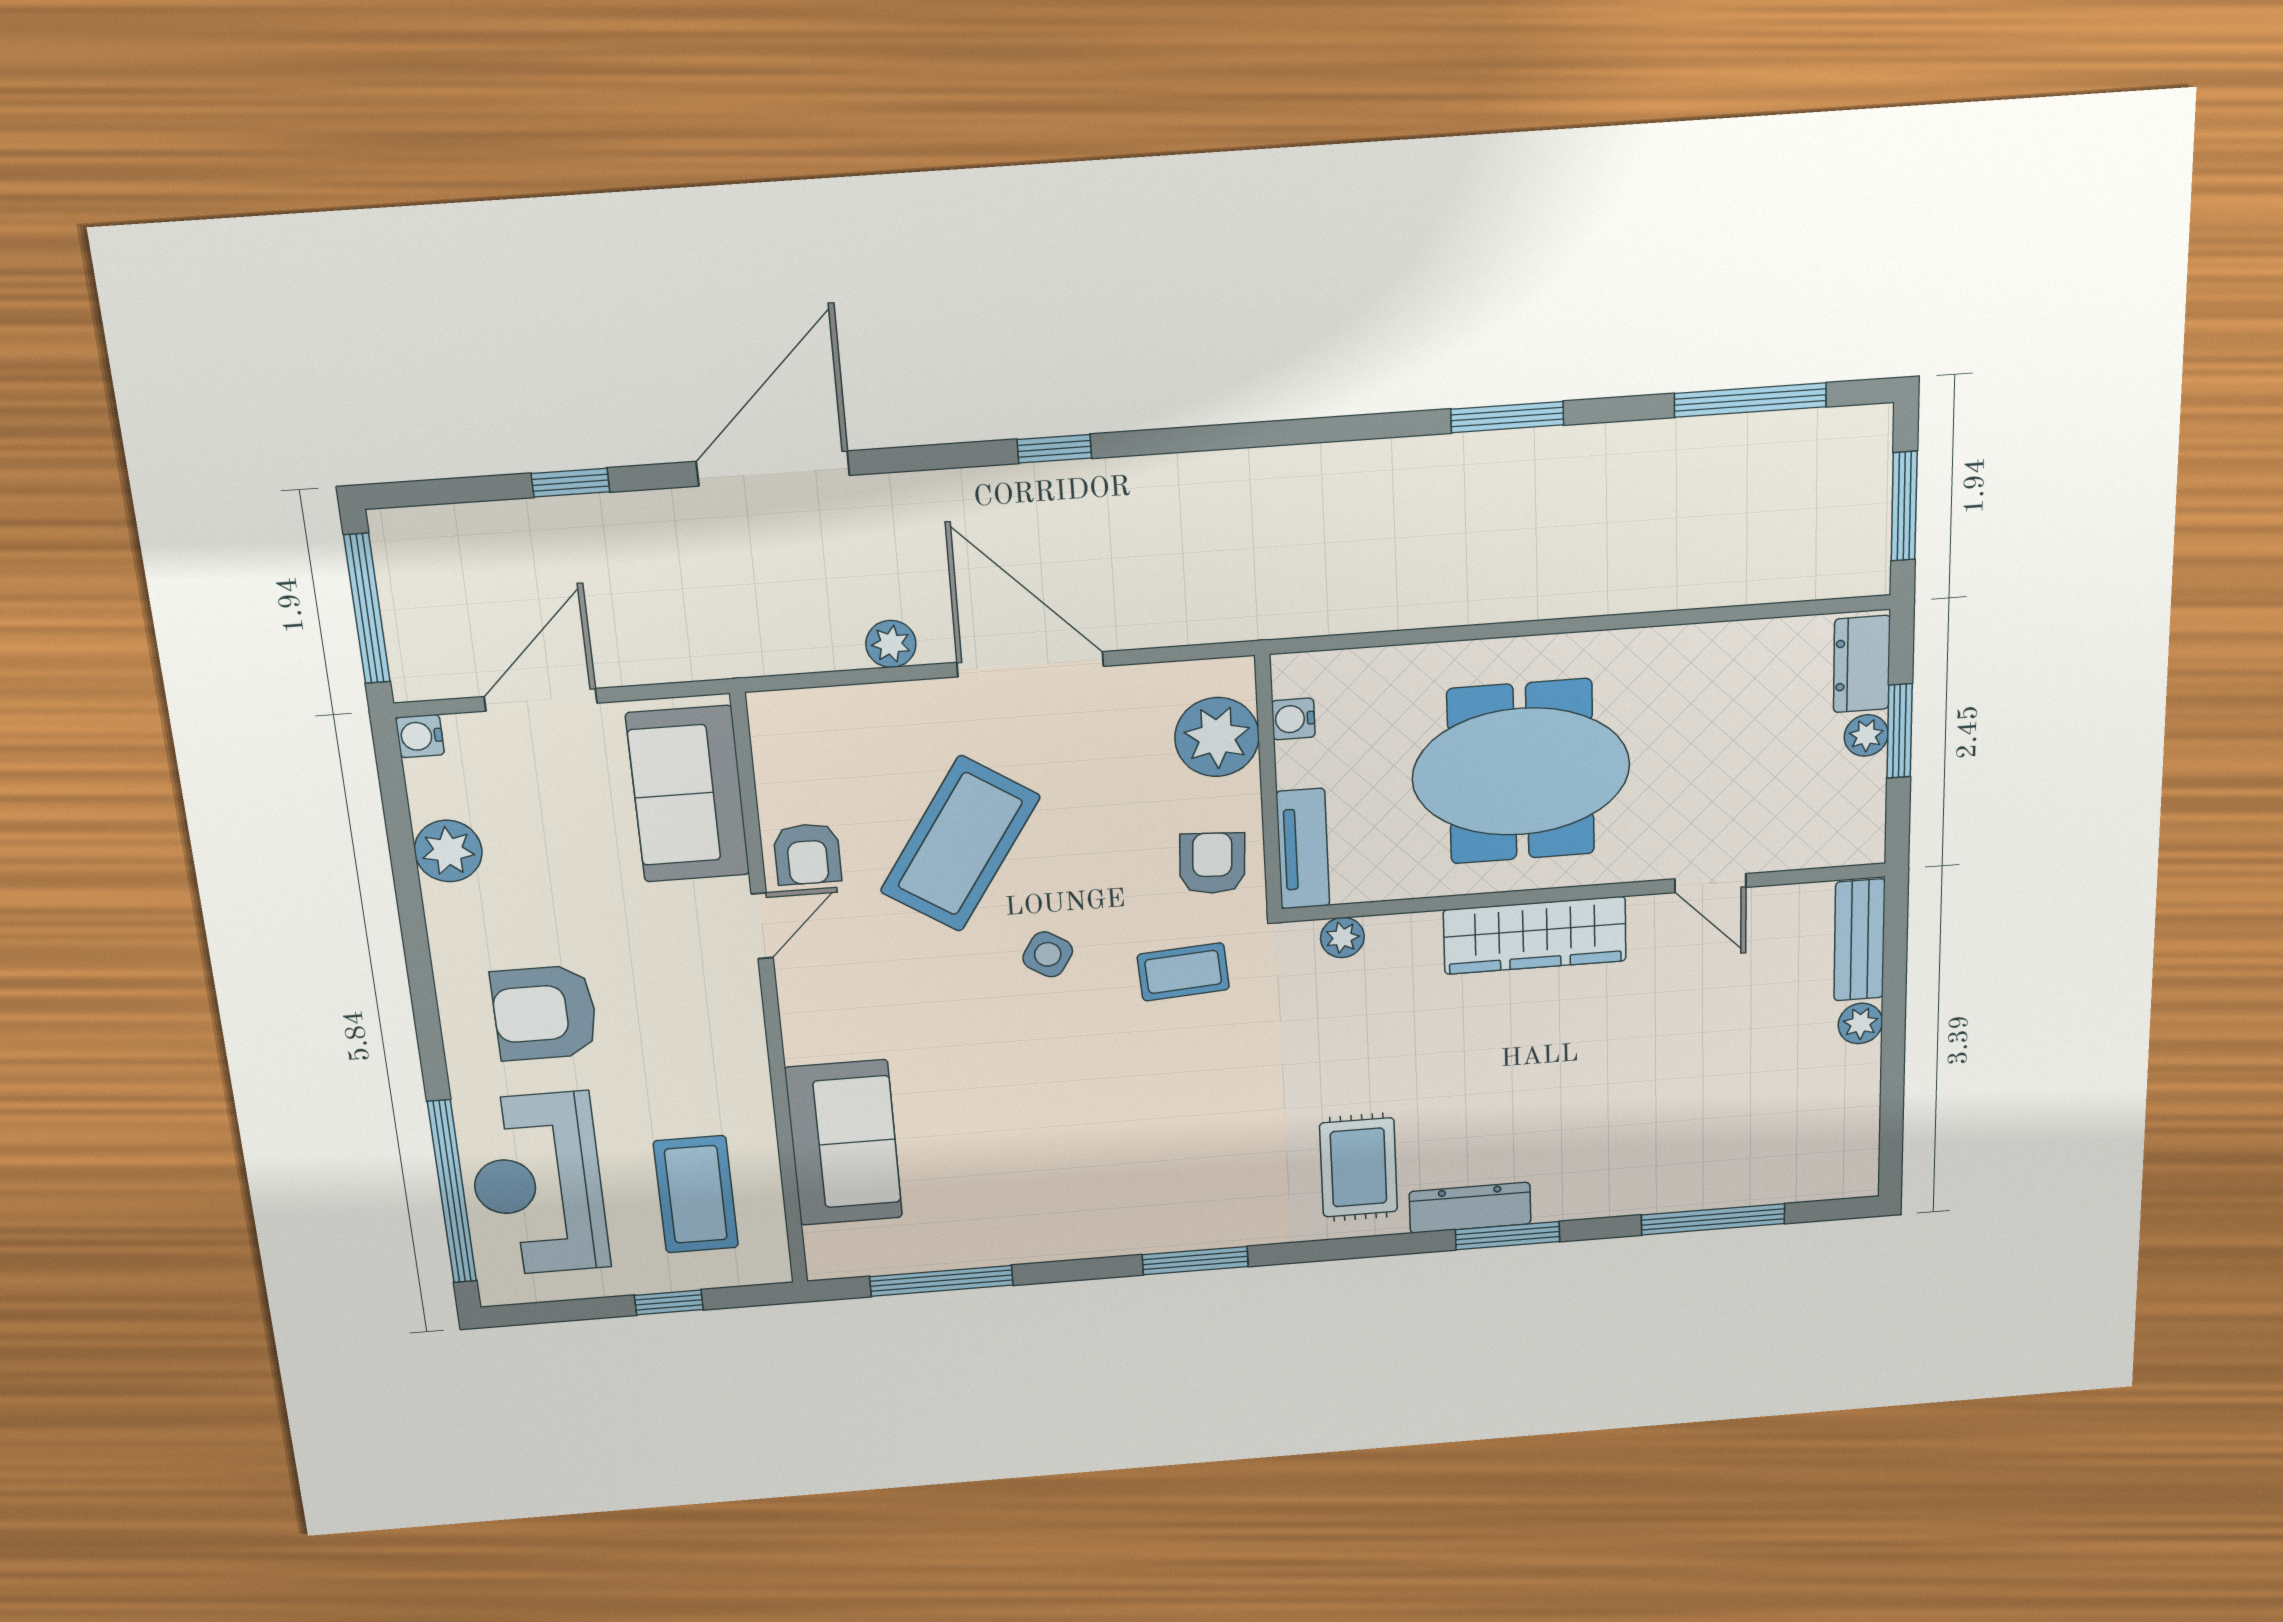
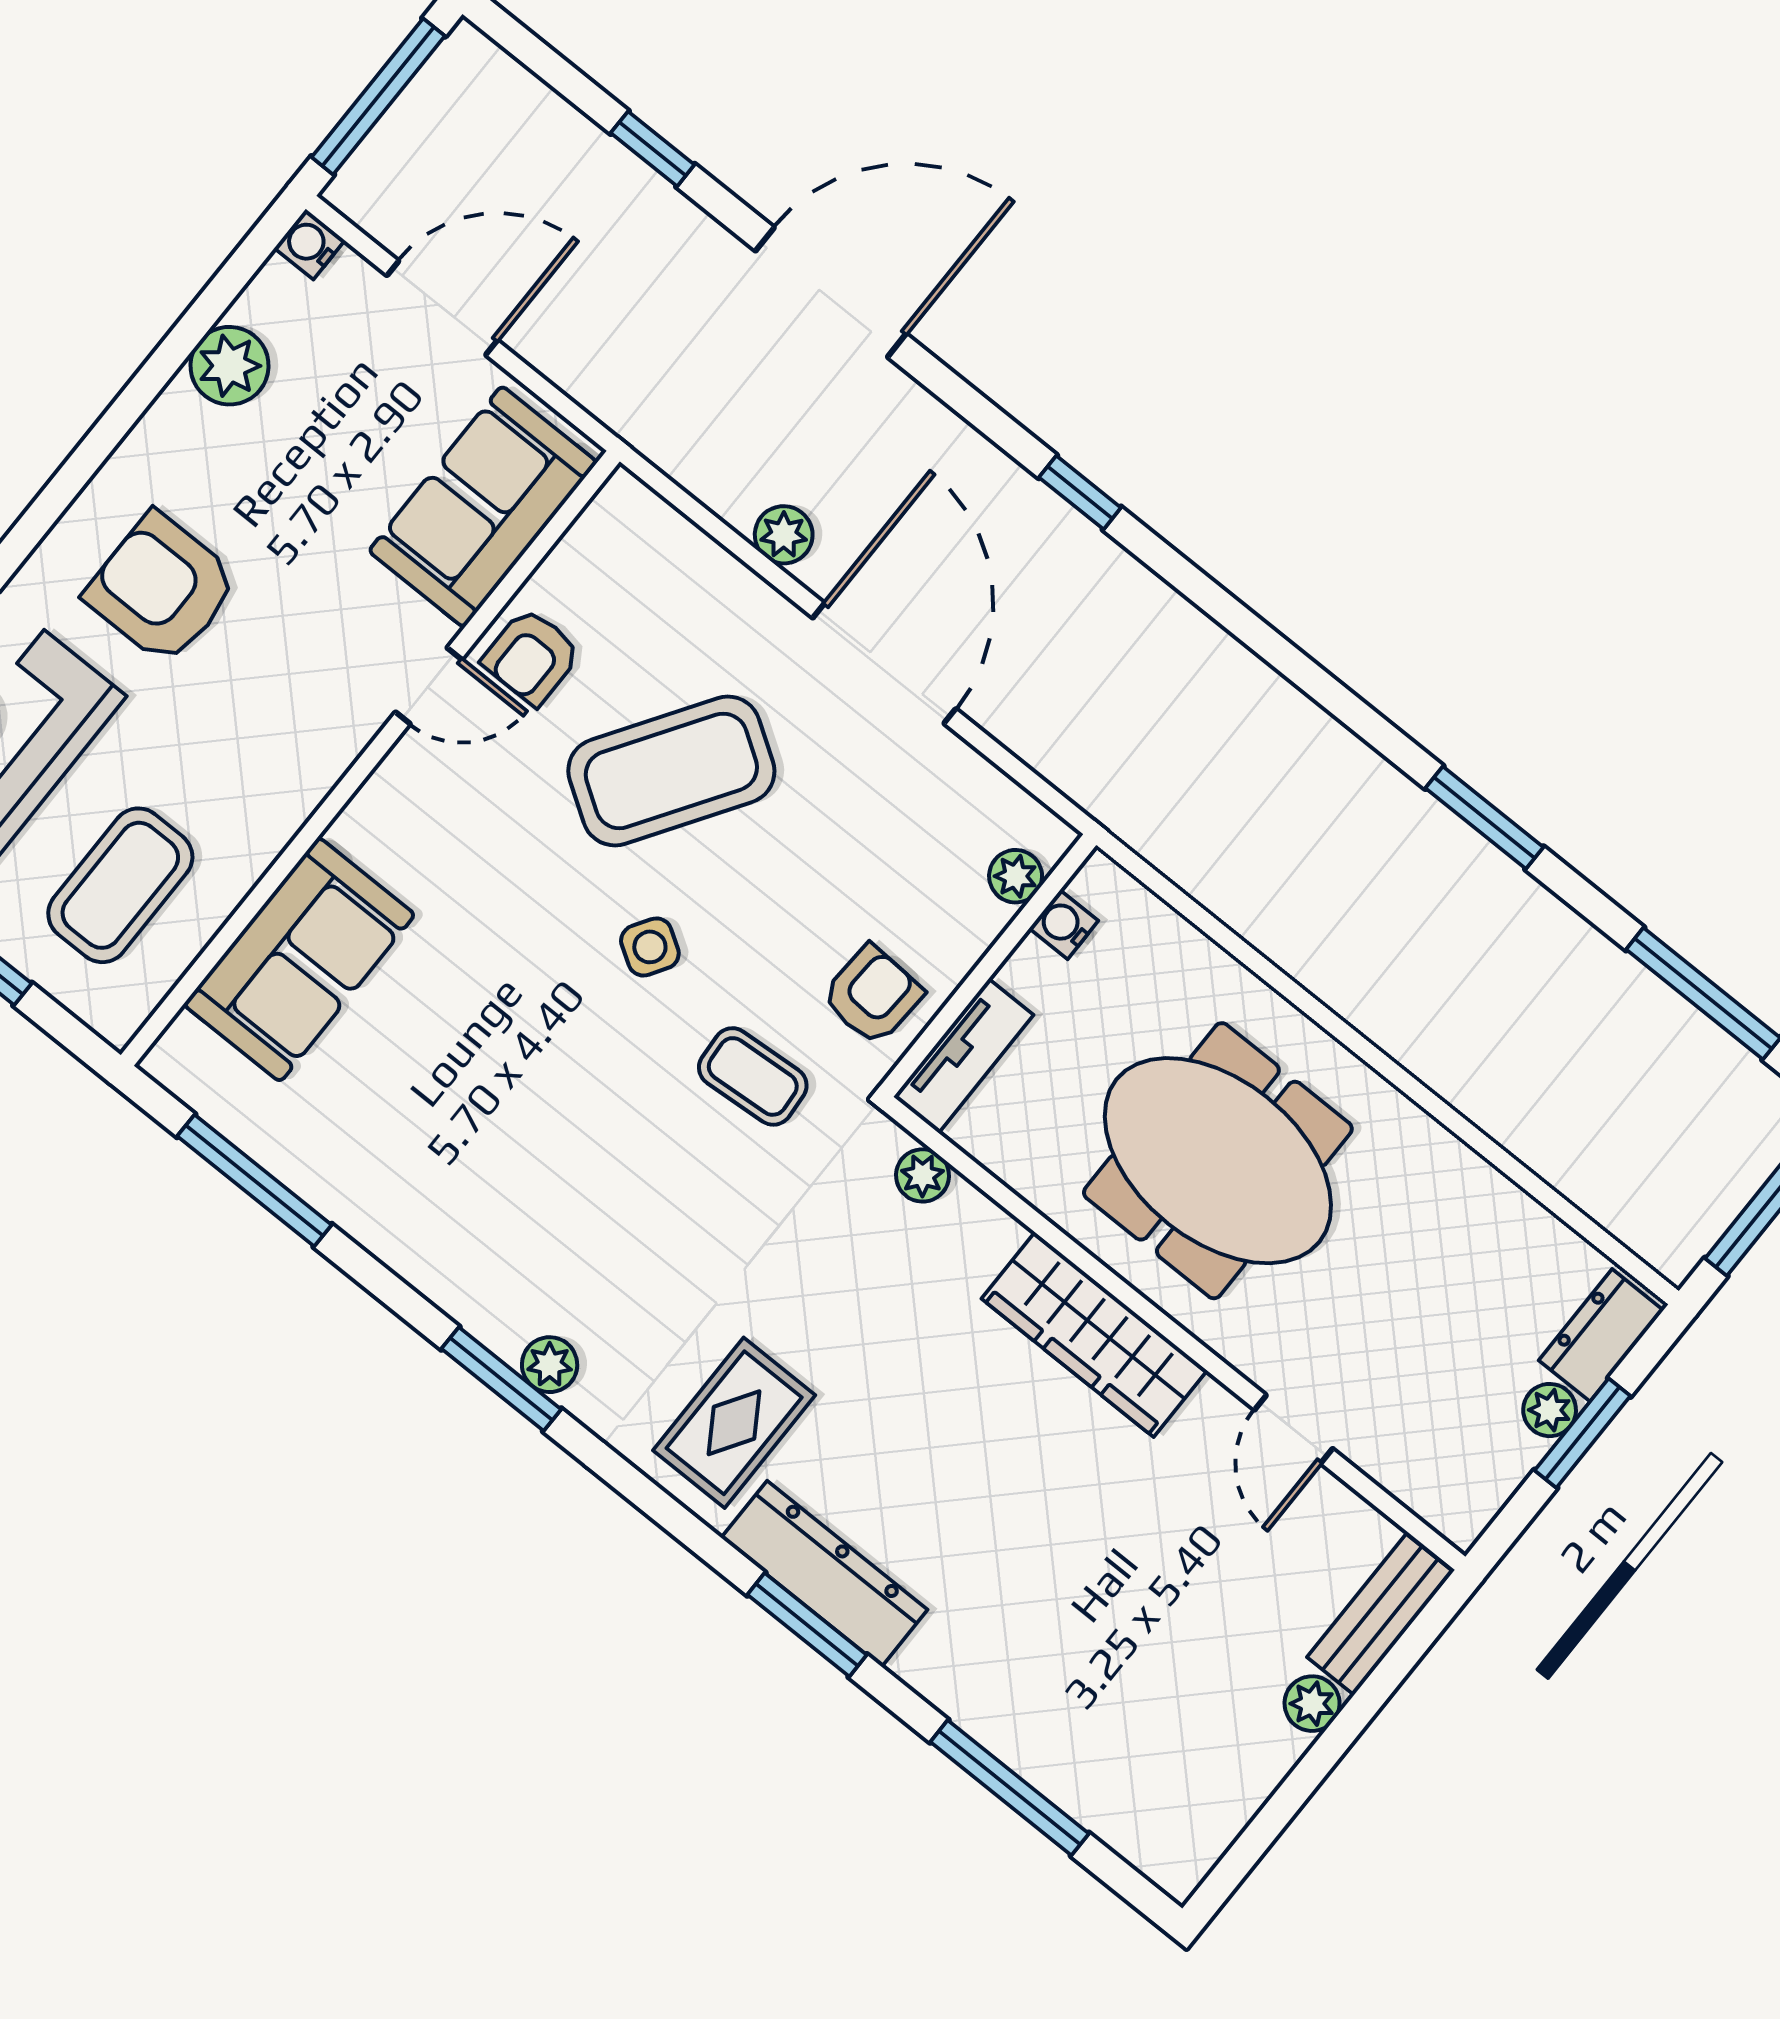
plant: (1217, 737) -> (1016, 876), width x0.53, depth x0.53
dresser: (1470, 1208) -> (824, 1574), width x1.37, depth x1.24
plant: (1216, 1229) -> (550, 1365), added

